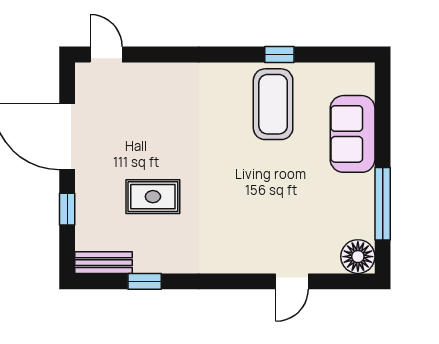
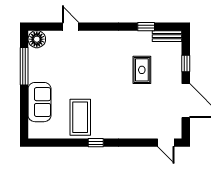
window: (279, 54) -> (96, 143), moved
rug: (153, 197) -> (142, 70), turned 90
door: (292, 281) -> (71, 27), hinge flipped

